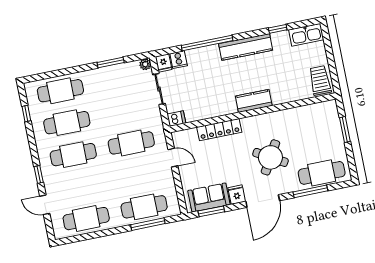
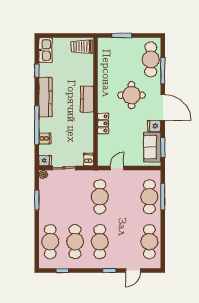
cooker: (179, 60) -> (45, 138), moved
locker: (219, 130) -> (103, 123), width x0.66
round table: (270, 157) -> (132, 95), turned -30

